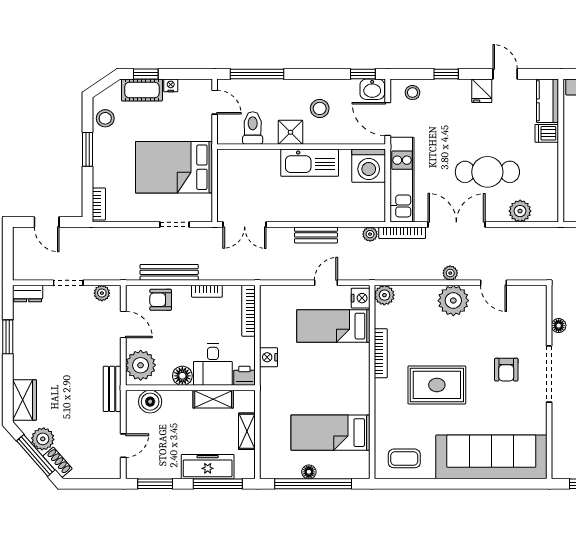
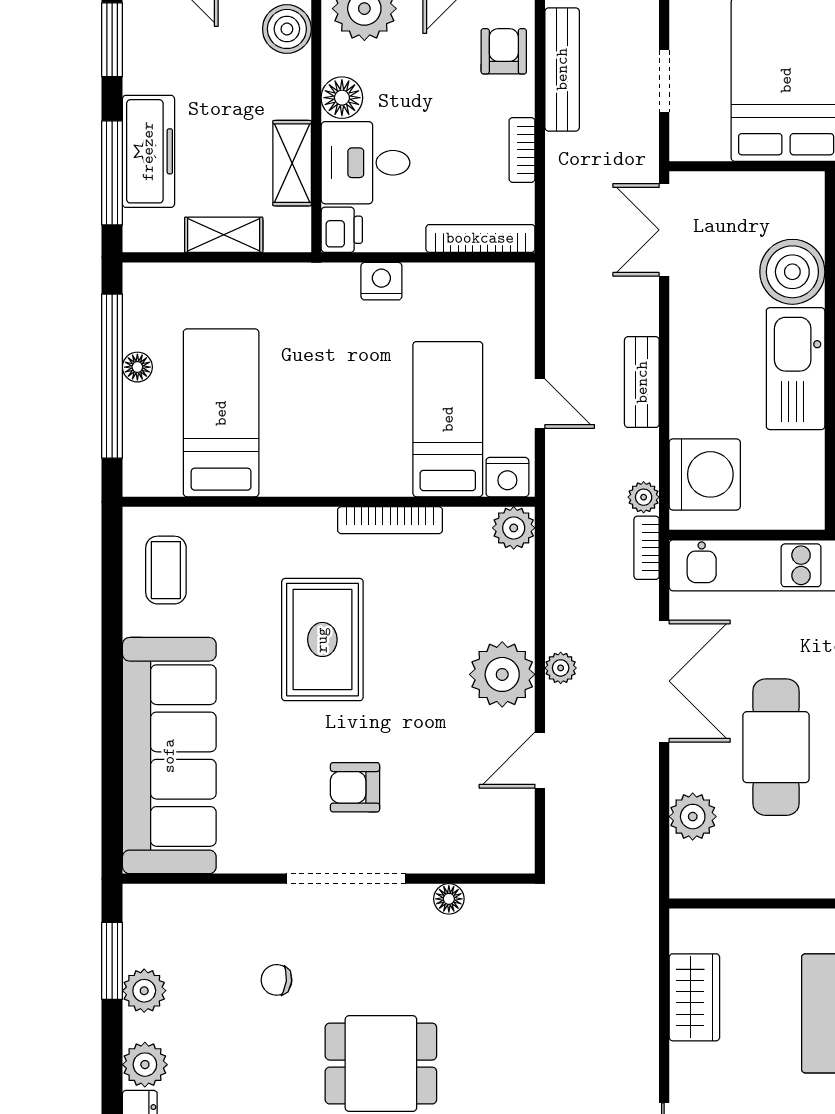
boiler: (264, 164) -> (792, 272), added
washing machine: (369, 166) -> (705, 474), moved, turned 180
bookcase: (402, 233) -> (647, 548), width x0.64

